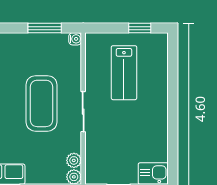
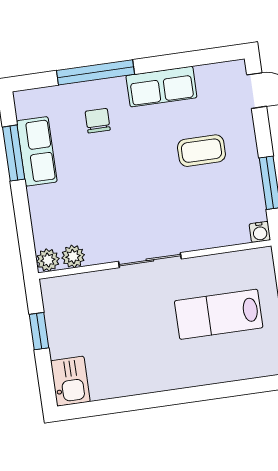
coffee table: (41, 103) -> (201, 151), moved, width x0.54, depth x0.58

